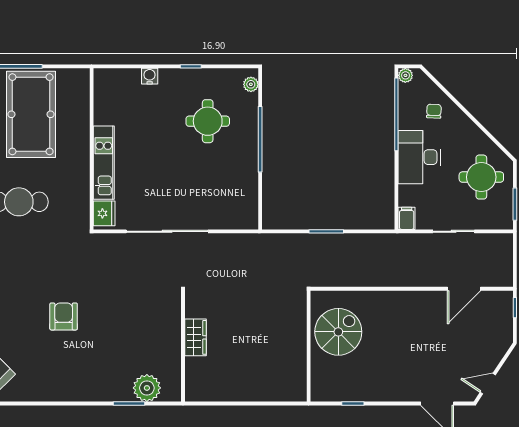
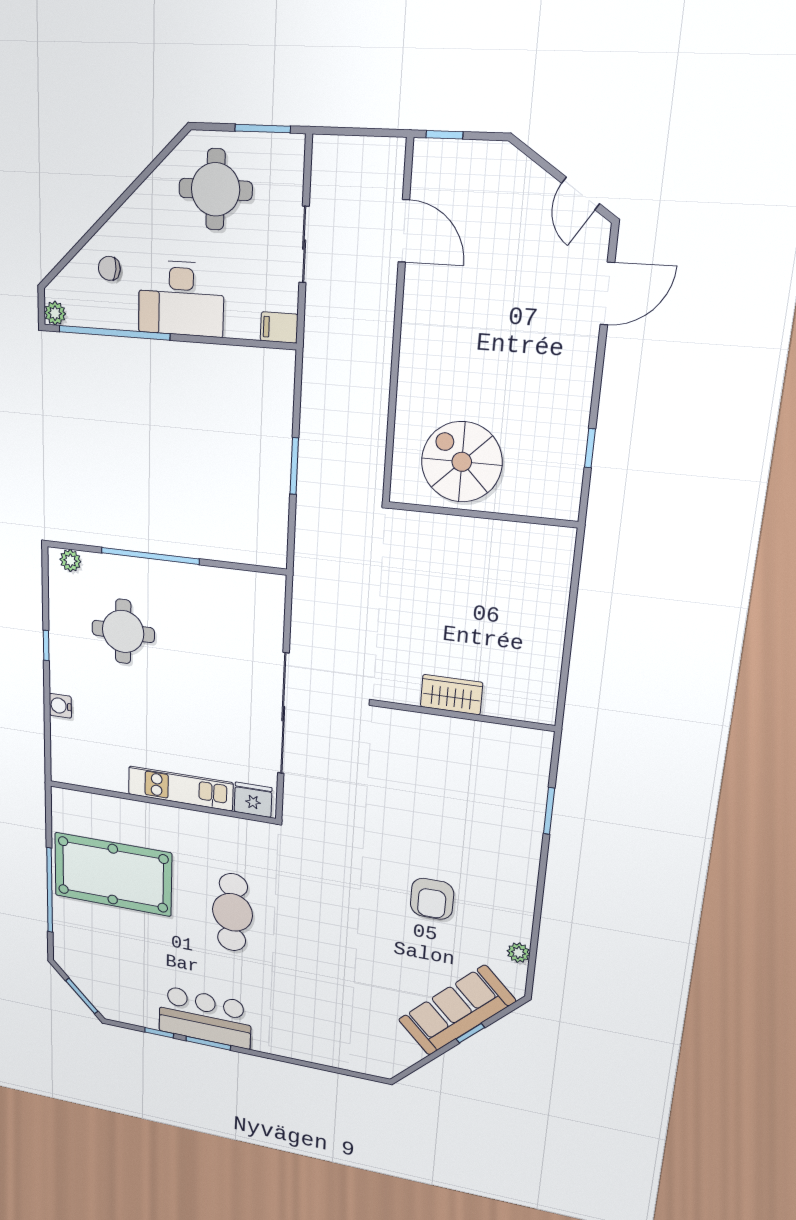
armchair: (64, 316) -> (432, 899), moved, turned -90
plant: (147, 388) -> (518, 953), moved, width x0.53, depth x0.53

